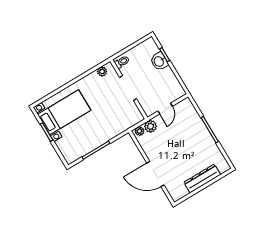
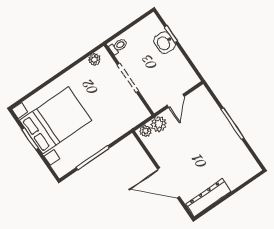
bed with nightstands: (64, 112) -> (56, 121), width x1.36
dresser: (202, 178) -> (208, 198), moved

